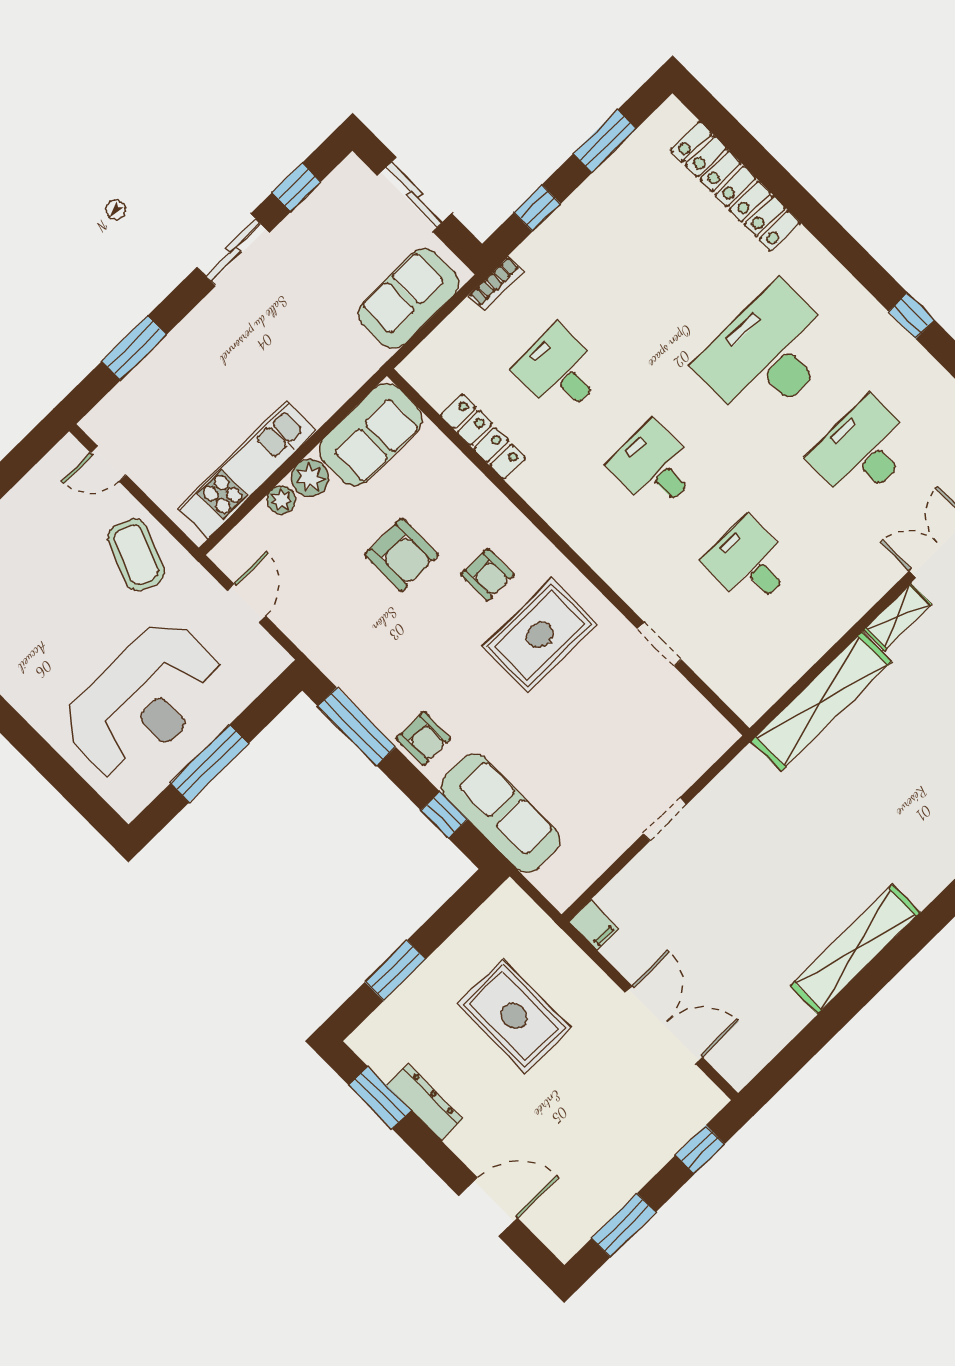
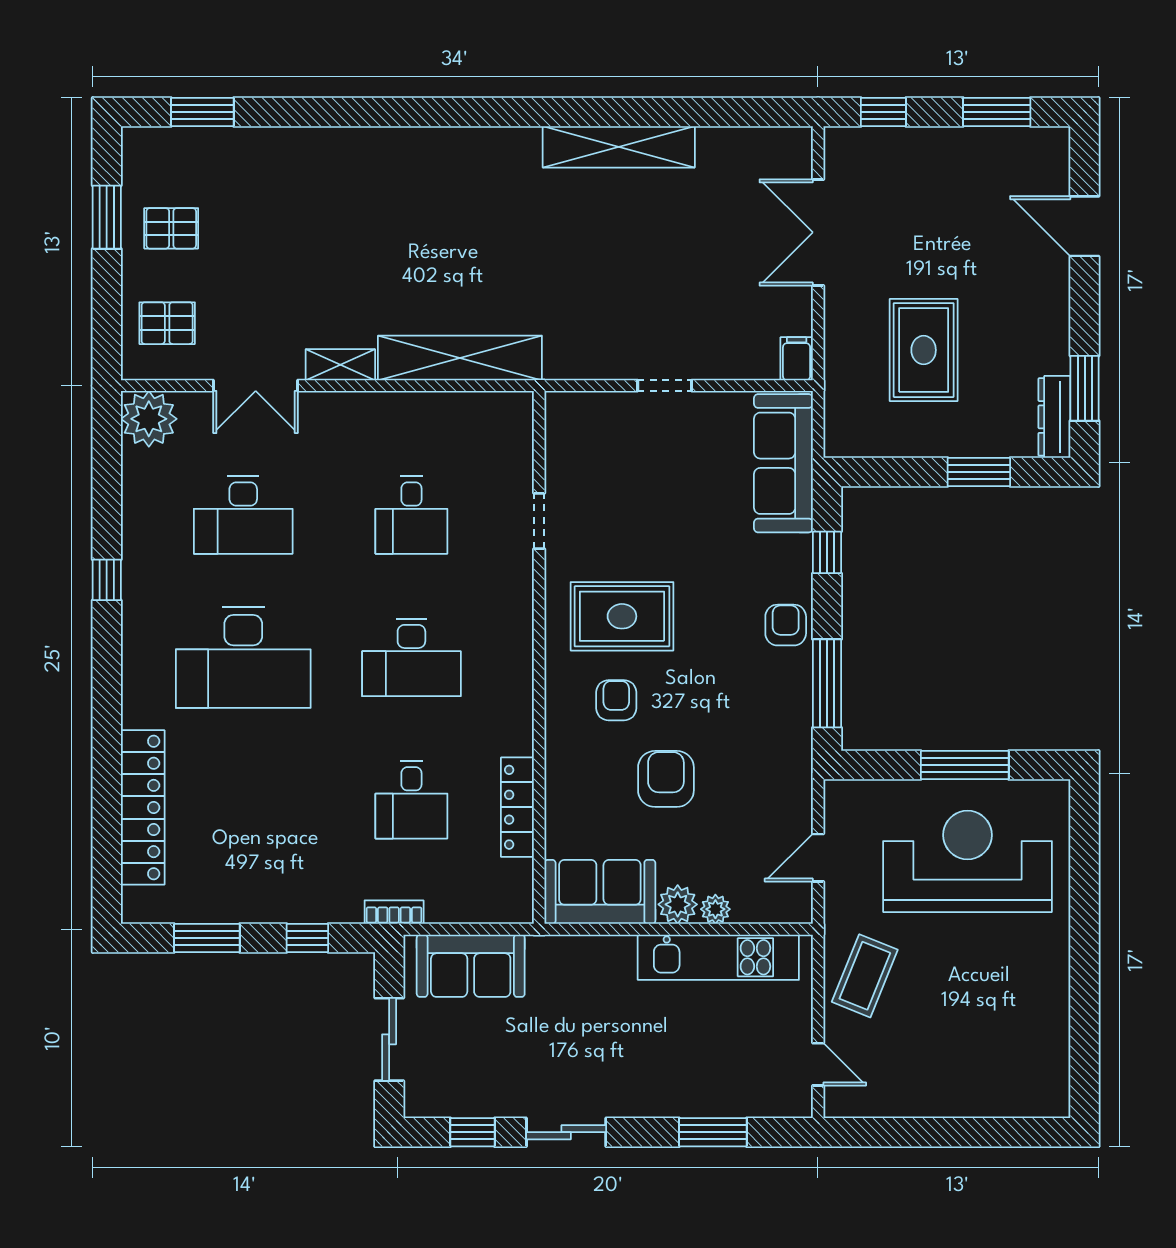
desk: (654, 467) -> (411, 657), width x1.37
sofa: (501, 813) -> (783, 463), moved
dresser: (425, 1102) -> (1054, 417), moved

